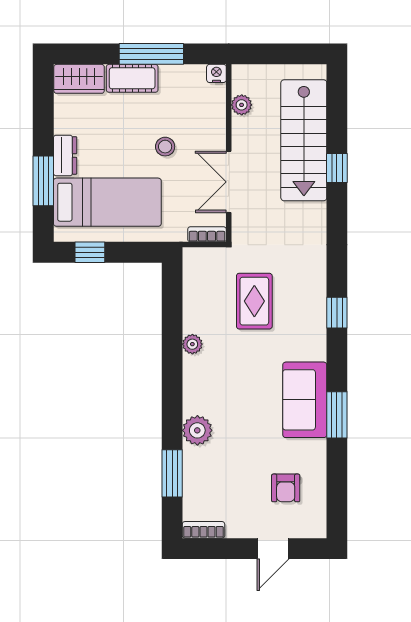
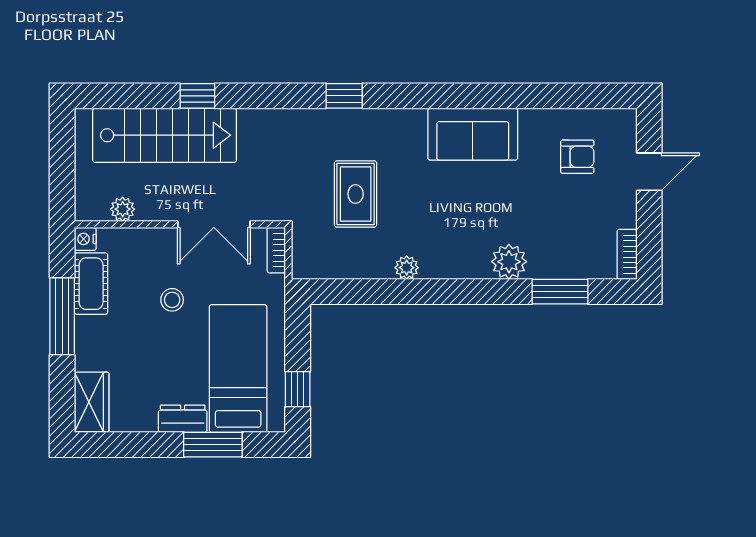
cot: (132, 78) -> (91, 284), moved
rug: (254, 301) -> (356, 194), turned 90
window: (337, 313) -> (344, 96), moved
window: (337, 415) -> (491, 96), removed
door: (273, 549) -> (649, 172), hinge flipped

